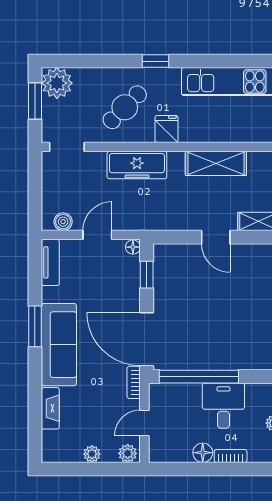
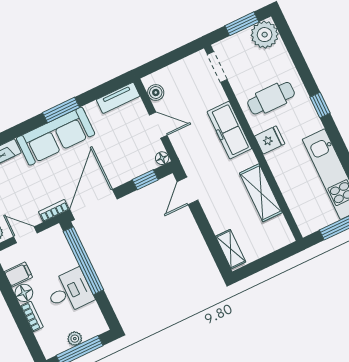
cafe table: (125, 107) -> (271, 98), turned -45
door: (216, 237) -> (187, 191), moved
filing cabinet: (181, 449) -> (18, 274), added

